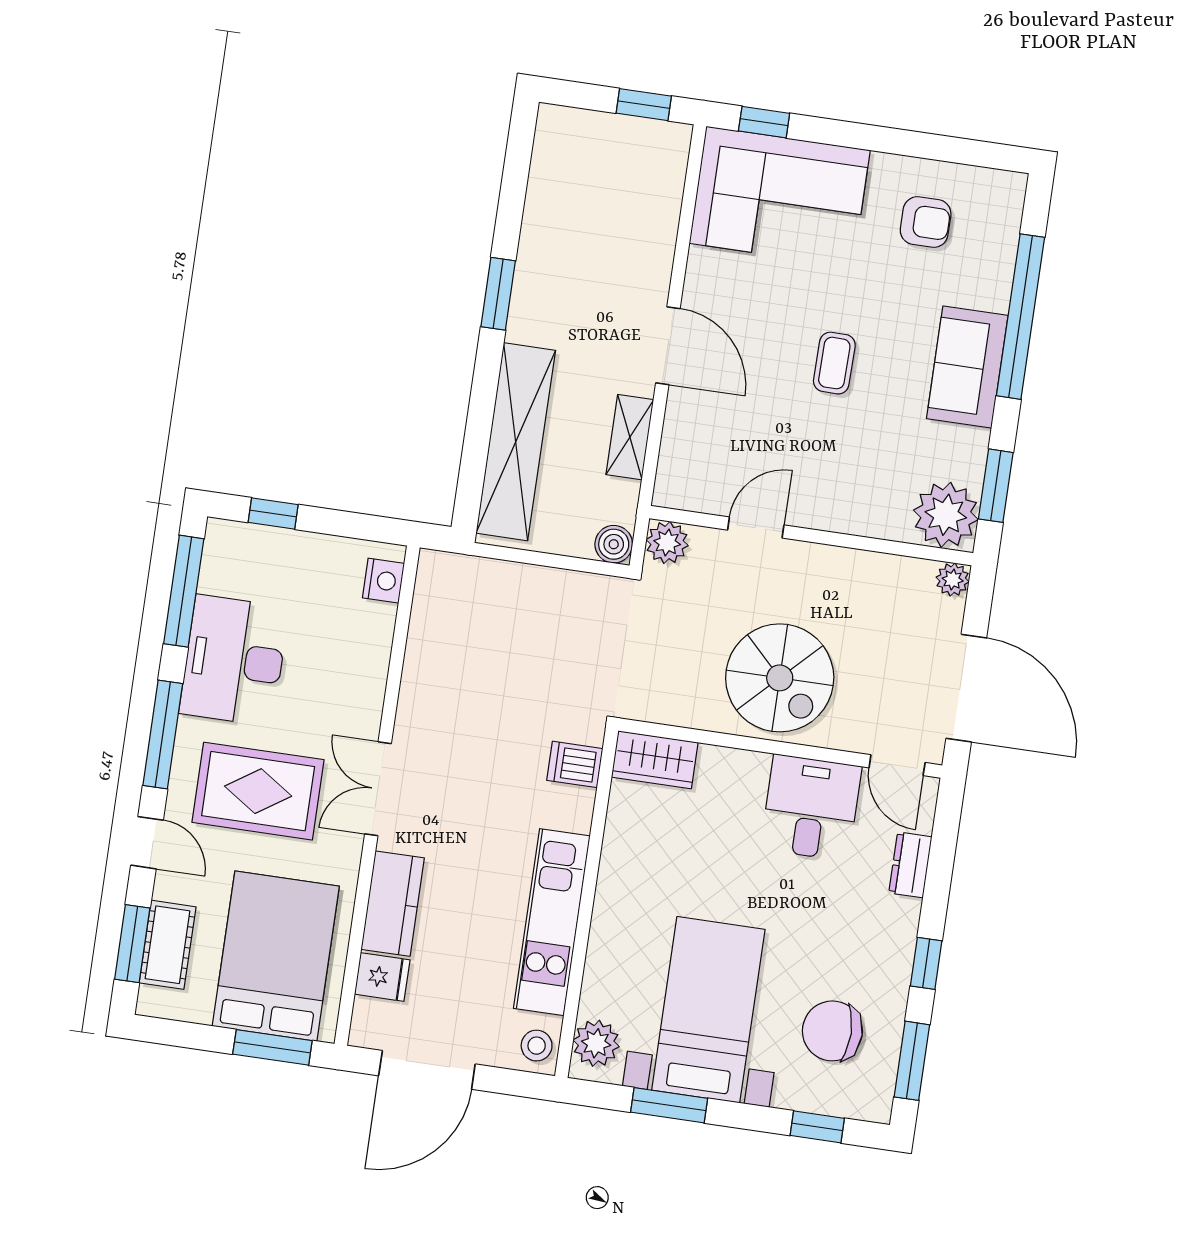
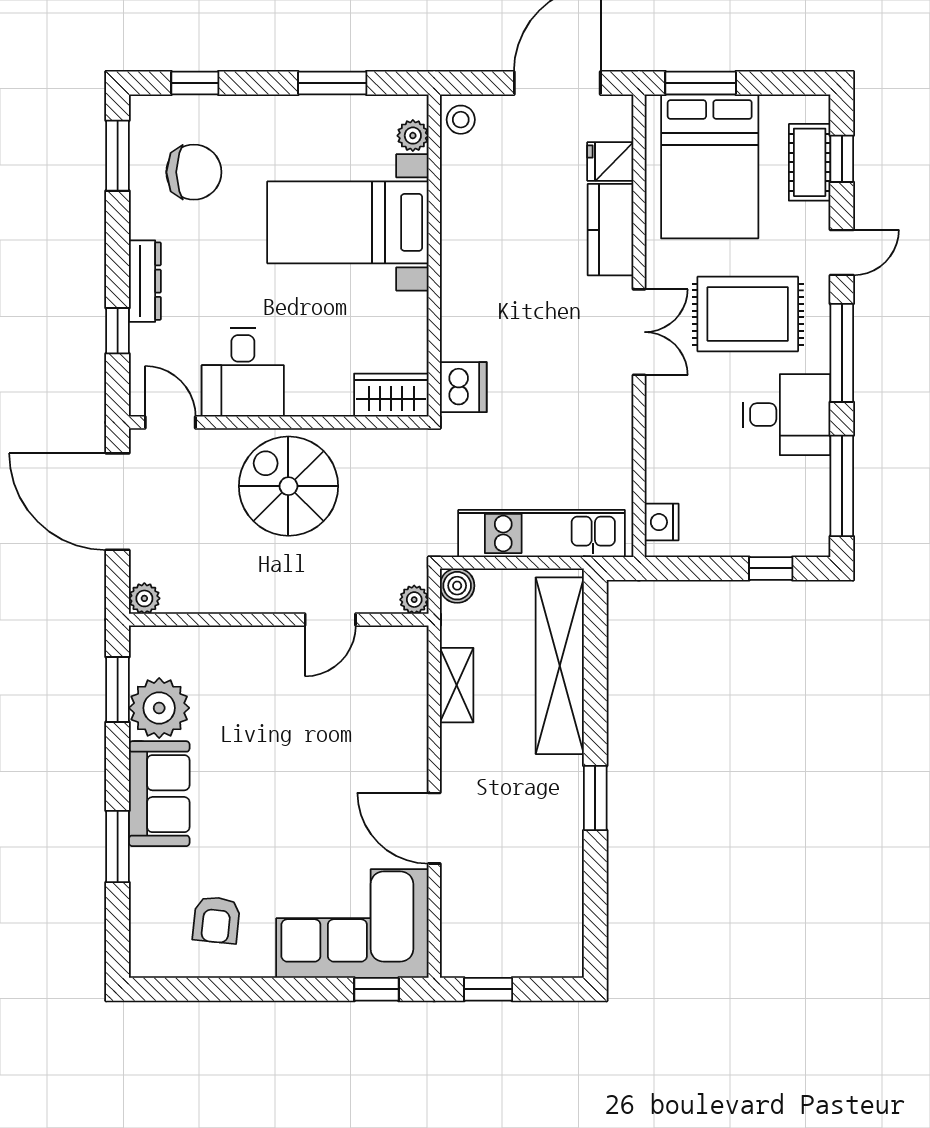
armchair: (926, 222) -> (216, 920), turned -84
window: (1020, 317) -> (118, 847), width x0.47
door: (668, 346) -> (434, 828), moved
coffee table: (834, 363) -> (281, 780), removed
plant: (946, 515) -> (159, 708), moved
plant: (667, 543) -> (414, 600), width x0.73, depth x0.73
desk: (234, 660) -> (787, 415), width x0.73
dishwasher: (575, 764) -> (463, 387), width x1.38
door: (147, 843) -> (842, 252), swing flipped
dresser: (910, 865) -> (145, 281), moved, width x1.44
kitchen unit: (552, 922) -> (542, 534), moved, turned -90
window: (132, 944) -> (842, 159), width x0.67
window: (926, 963) -> (118, 331), moved
bed with nightstands: (708, 1010) -> (348, 222), moved, turned 90
plant: (596, 1043) -> (413, 136), width x0.73, depth x0.73

